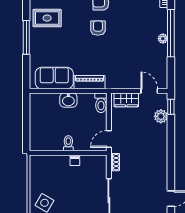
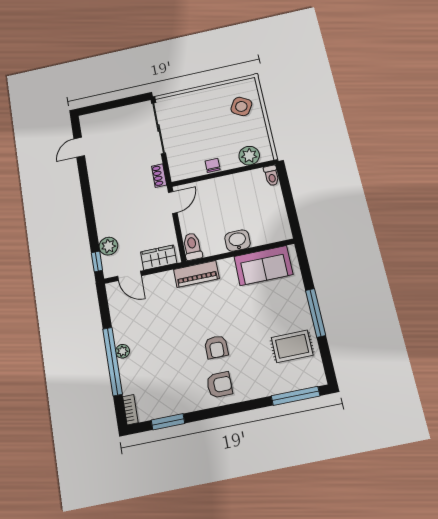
piano: (90, 82) -> (196, 274), moved
toilet: (68, 143) -> (272, 176), moved
plant: (47, 162) -> (249, 156), added

